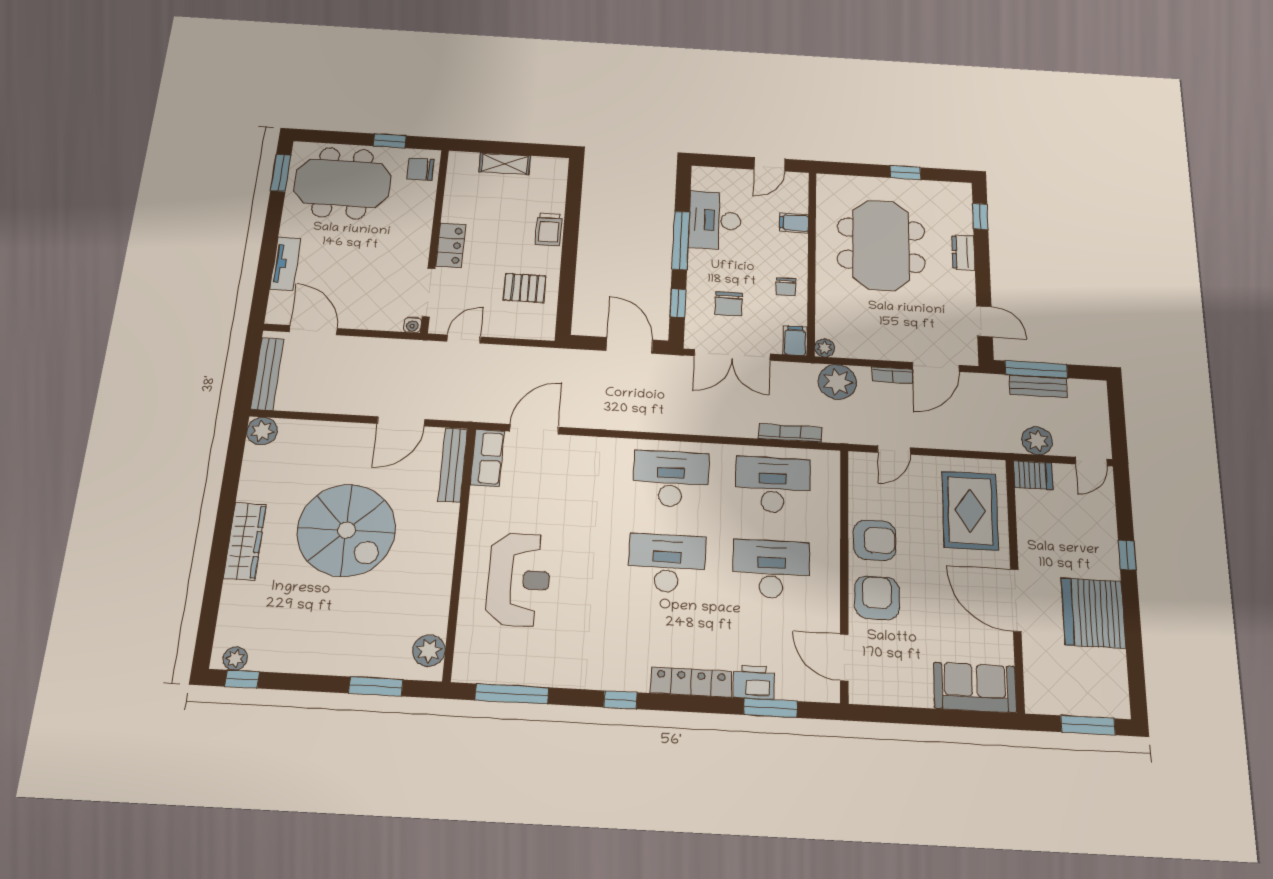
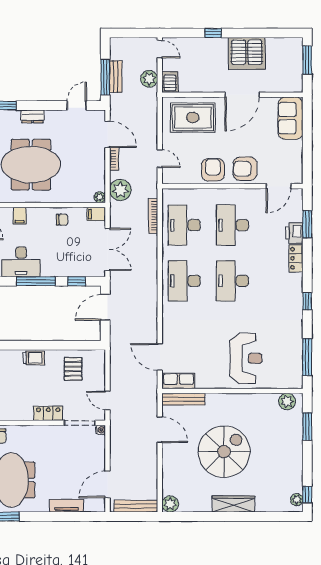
chair: (729, 304) -> (75, 252), removed
reception desk: (519, 579) -> (246, 358), turned 90
locker: (691, 682) -> (296, 258), width x0.66

